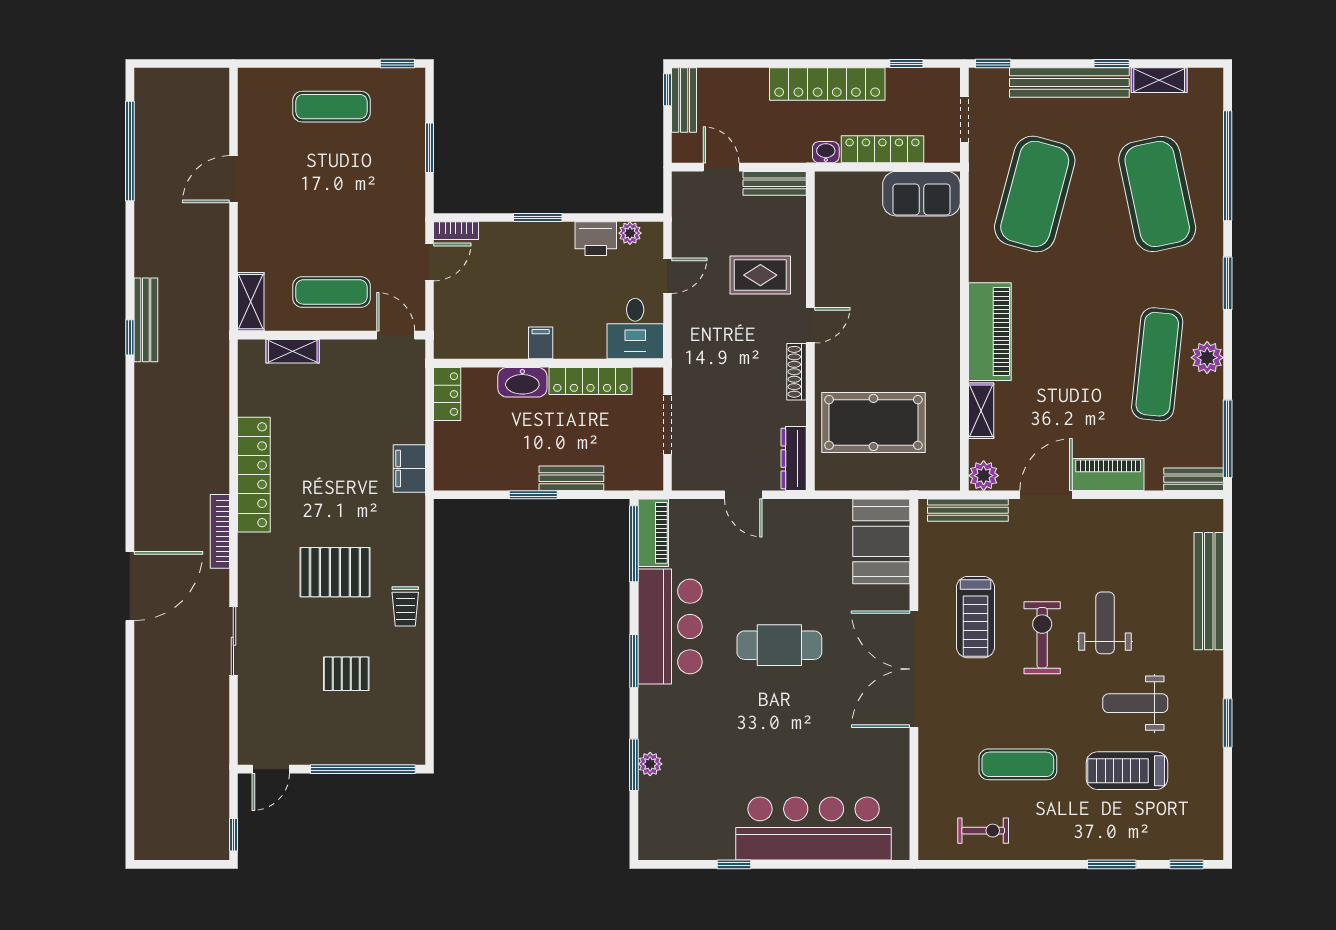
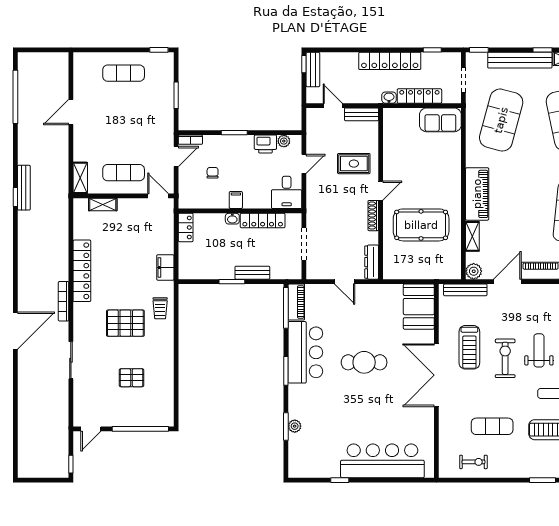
chair: (497, 292) -> (213, 173), added
washbasin: (522, 382) -> (232, 219), width x0.52, depth x0.69
pool table: (873, 422) -> (421, 225), moved
trolley: (405, 606) -> (160, 308), moved

